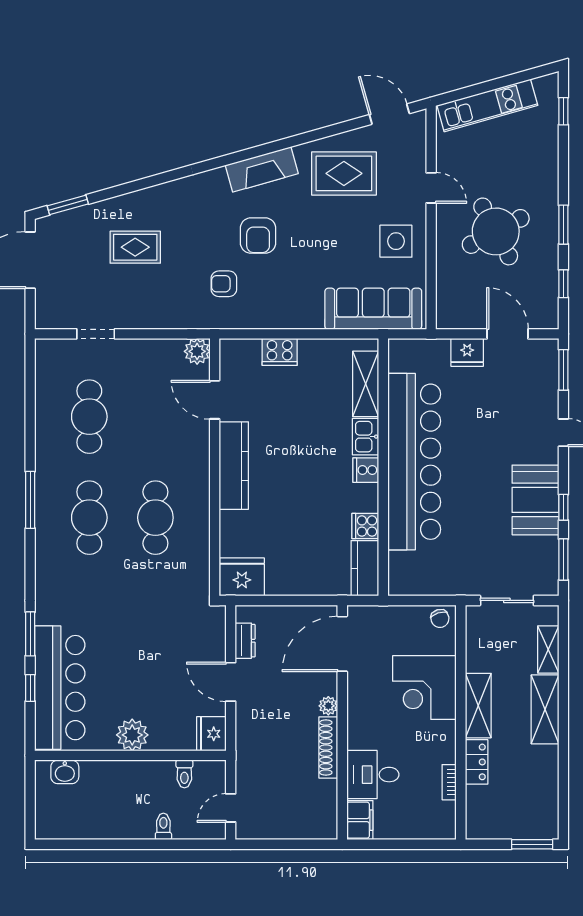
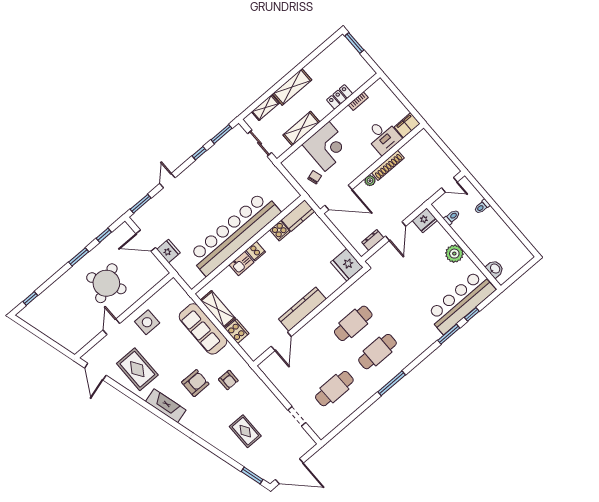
kitchen unit: (487, 105) -> (56, 333), removed
sofa: (373, 309) -> (203, 329), moved
door: (507, 334) -> (146, 241), hinge flipped
plant: (197, 351) -> (267, 367), removed
shelving: (366, 384) -> (218, 309), moved, turned 90
booth: (535, 500) -> (206, 168), removed
chair: (440, 618) -> (315, 177), moved
shelving: (478, 706) -> (301, 128), moved

